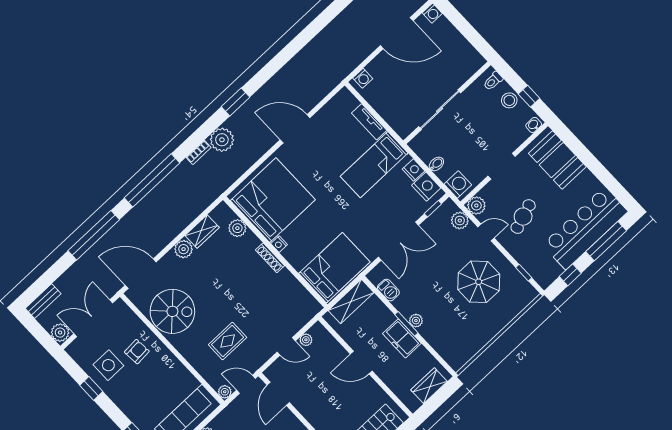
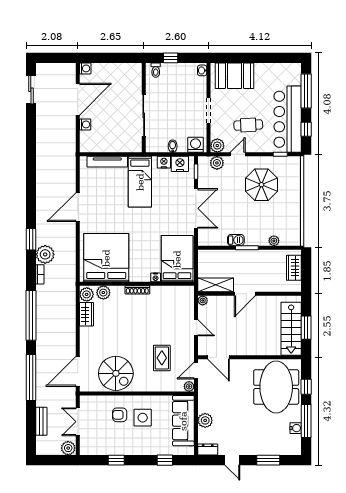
washing machine: (363, 78) -> (85, 124), moved
window: (529, 96) -> (171, 58), moved
stool: (509, 100) -> (175, 71), removed
window: (236, 102) -> (31, 239), moved
tv unit: (369, 122) -> (107, 162), width x1.41
cafe table: (523, 217) -> (248, 125), turned -74
bar counter: (585, 228) -> (288, 119), moved
nightstand: (279, 244) -> (156, 277), moved
plant: (184, 249) -> (87, 294), moved
barbecue: (388, 290) -> (236, 240), moved
bench: (43, 301) -> (41, 421), moved
shelving: (351, 302) -> (216, 285), moved, turned 90
spiral stairs: (172, 311) -> (116, 373), turned 90
double door: (93, 318) -> (78, 422), width x0.73
plant: (416, 321) -> (274, 241), moved
freezer: (402, 338) -> (253, 258), removed
plant: (306, 340) -> (203, 300), moved
door: (286, 346) -> (196, 328), hinge flipped
armchair: (137, 352) -> (120, 415), turned -86
side table: (108, 365) -> (143, 418), moved

